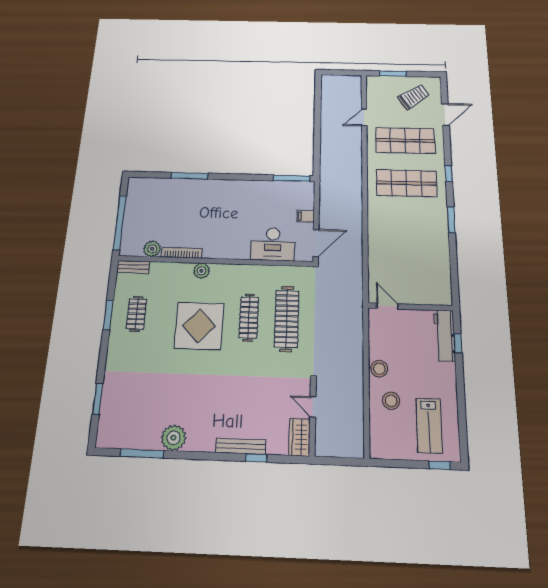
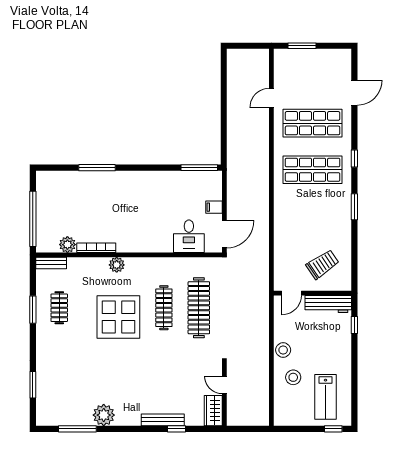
trolley: (414, 97) -> (322, 264), moved
desk: (273, 244) -> (189, 236), width x0.73
door: (387, 306) -> (291, 293), swing flipped
workbench: (445, 335) -> (328, 304), moved, turned -90

